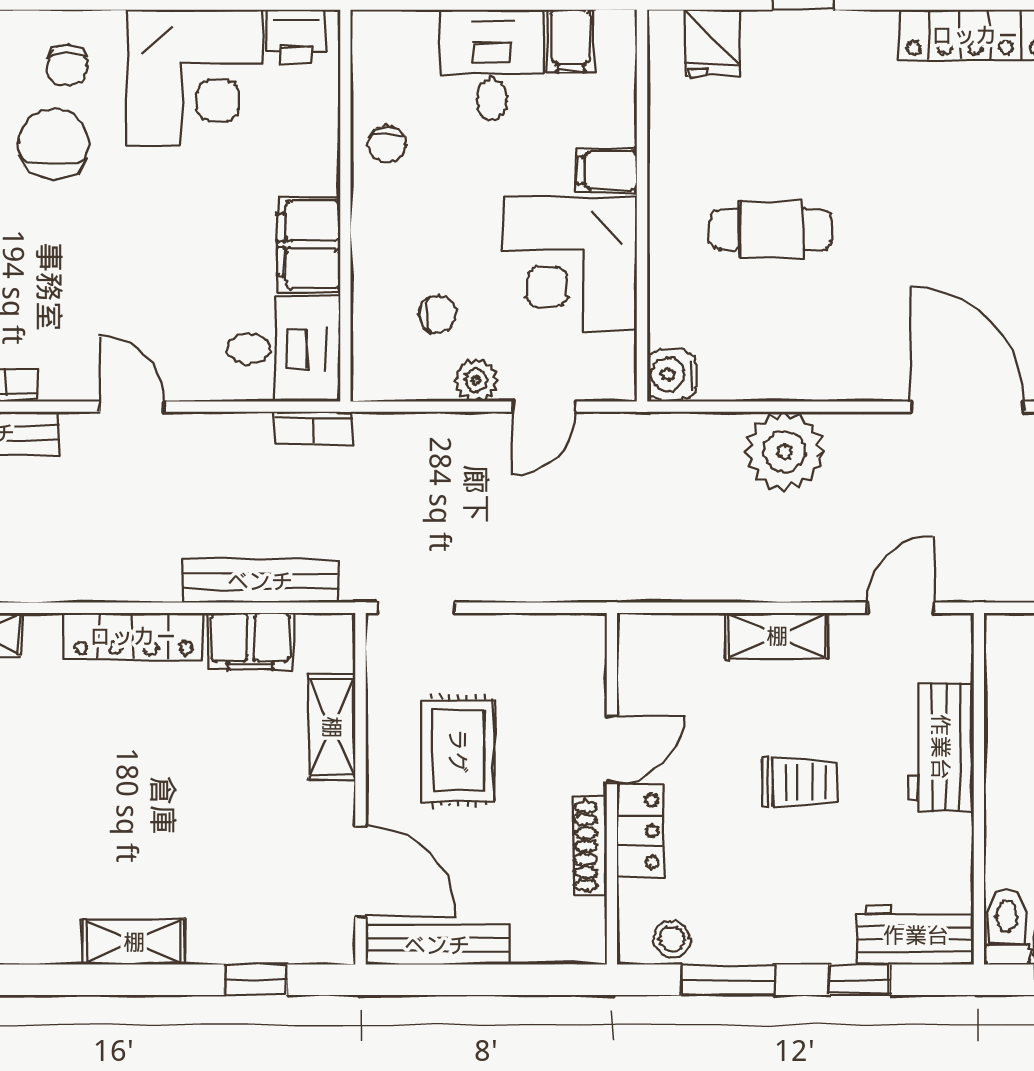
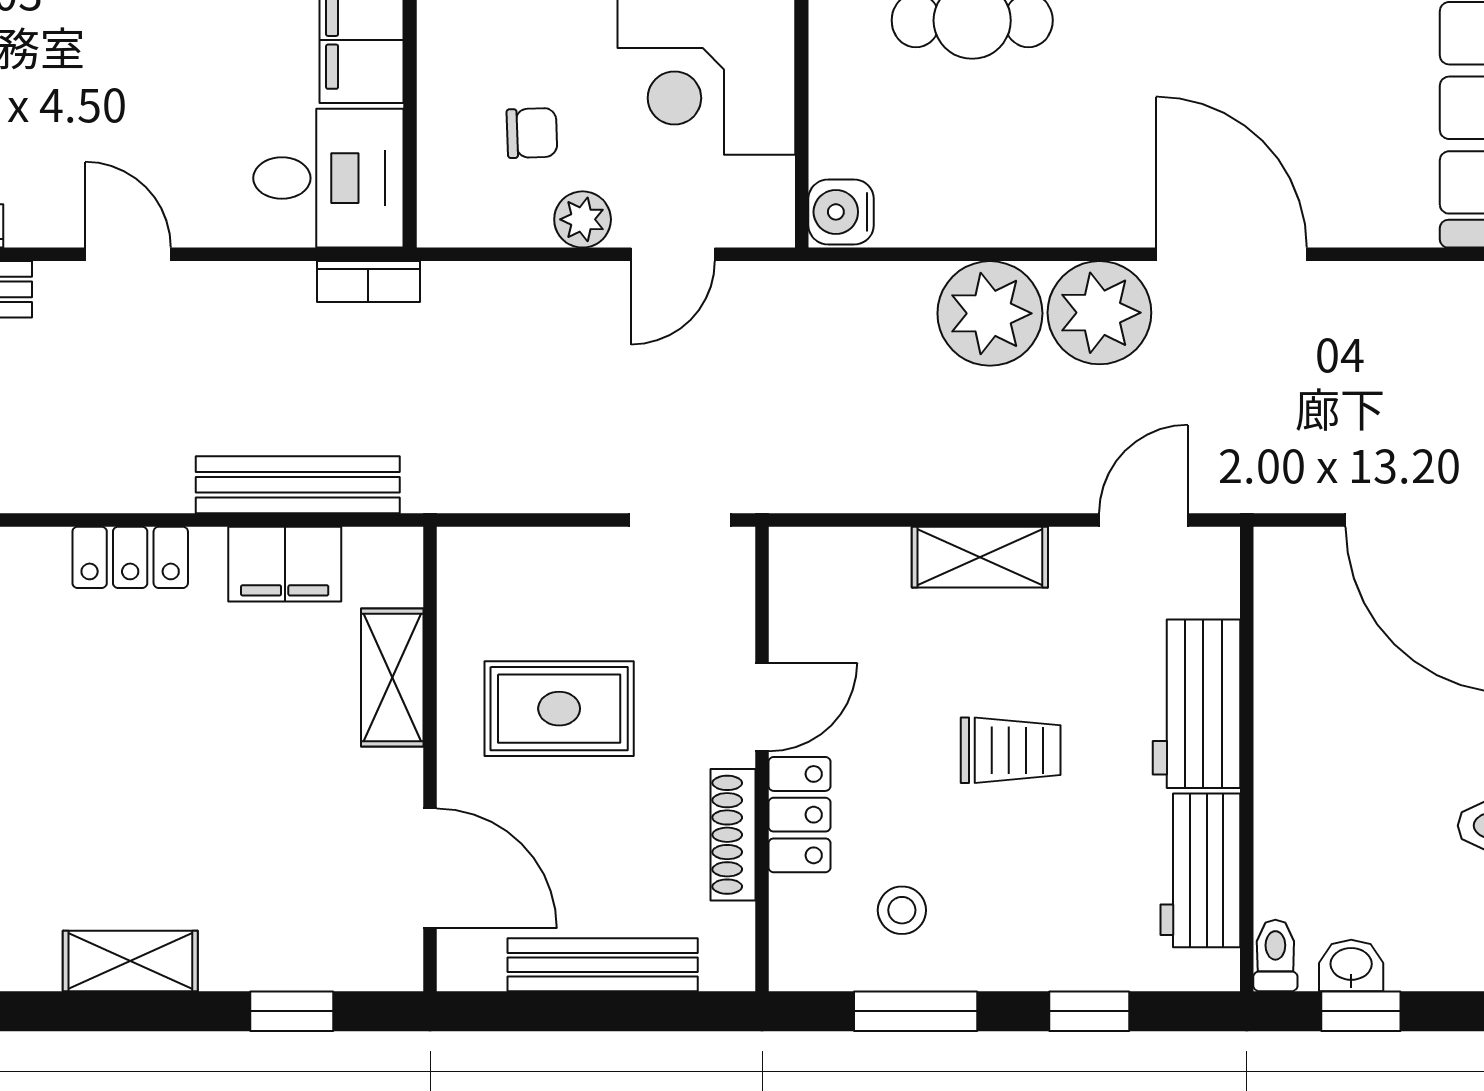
plant: (867, 451) -> (1099, 313), added
doorway: (416, 608) -> (680, 520), moved
locker: (133, 636) -> (130, 557), width x0.66
rug: (458, 751) -> (559, 709), turned 90
toilet: (1007, 927) -> (1275, 955), width x0.73, depth x0.72
workbench: (916, 935) -> (1200, 870), moved, turned -90
stool: (672, 939) -> (902, 910), moved
bench: (437, 945) -> (603, 965), moved

